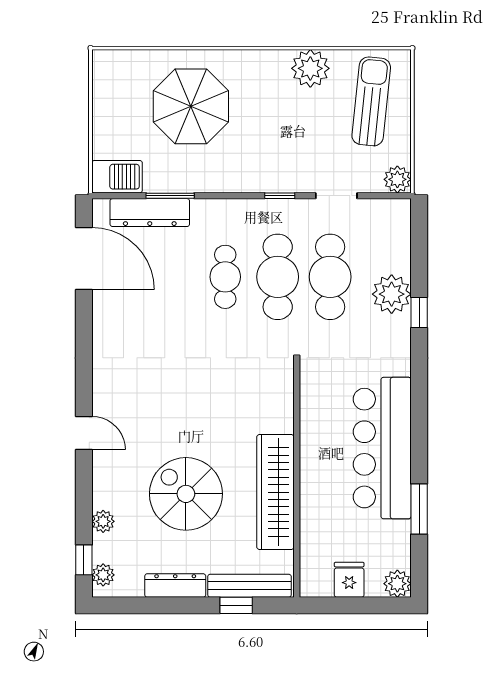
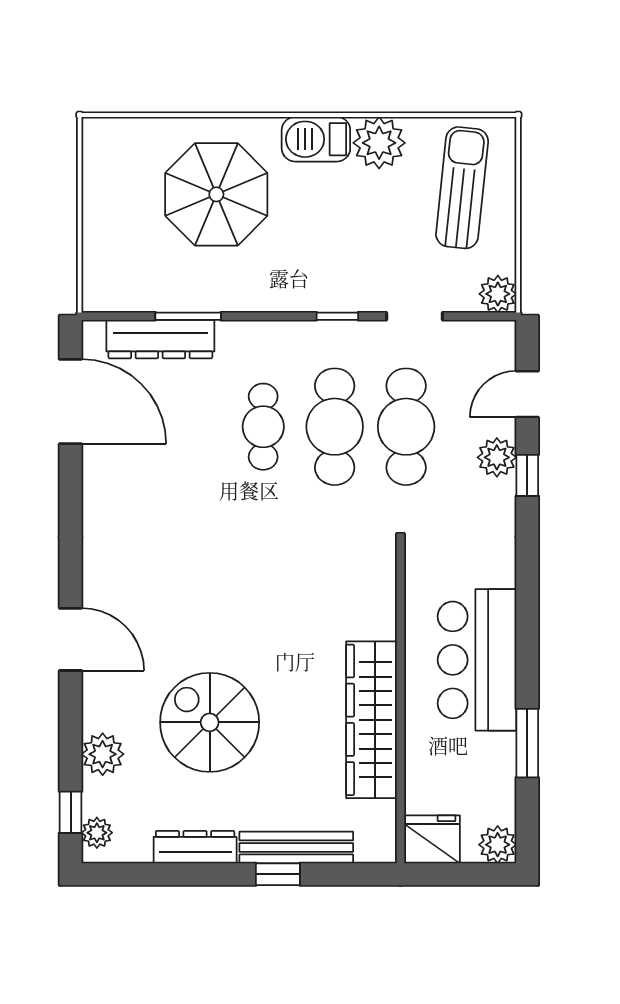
barbecue: (117, 177) -> (316, 139), moved, turned 180
door: (419, 253) -> (527, 394), added
plant: (392, 294) -> (497, 457), width x0.73, depth x0.73
door: (84, 433) -> (71, 639), width x1.38
bar counter: (382, 448) -> (477, 660), width x0.73
wall: (297, 479) -> (400, 702), moved
wardrobe: (275, 492) -> (371, 720), moved
plant: (103, 521) -> (103, 754), width x1.38, depth x1.38
fridge: (349, 580) -> (432, 839), width x1.38

